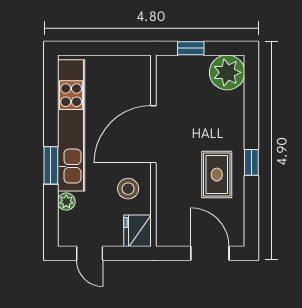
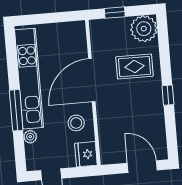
window: (51, 165) -> (16, 110), width x1.44
rug: (217, 175) -> (134, 67), moved, turned 90

